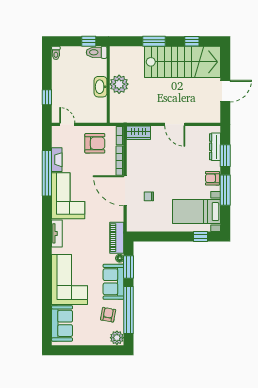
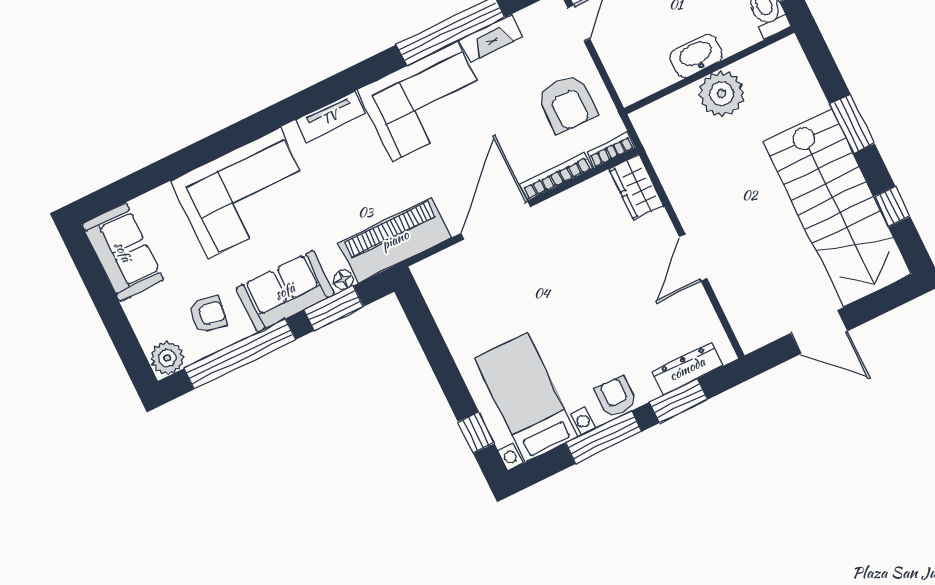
chair: (149, 196) -> (509, 278), removed
piano: (117, 238) -> (395, 240), width x1.37, depth x1.33
sofa: (62, 323) -> (123, 252), moved, turned -90

